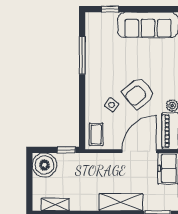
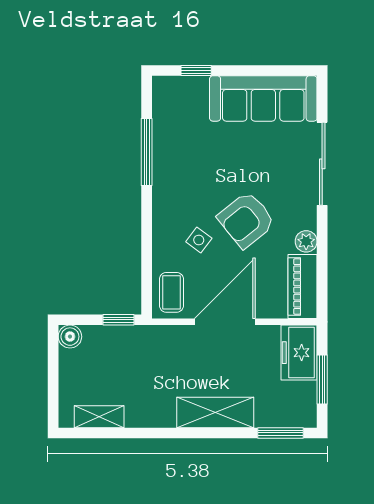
door: (139, 151) -> (225, 322), moved
boiler: (44, 165) -> (70, 337), width x0.54, depth x0.54

